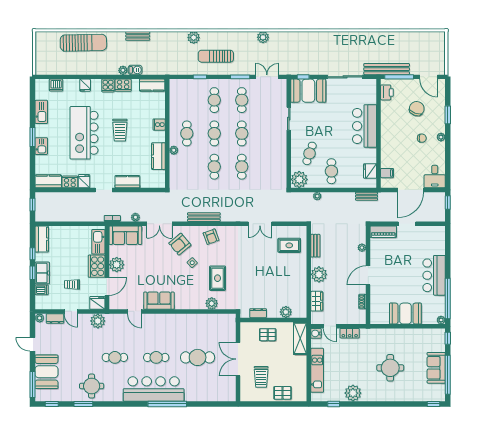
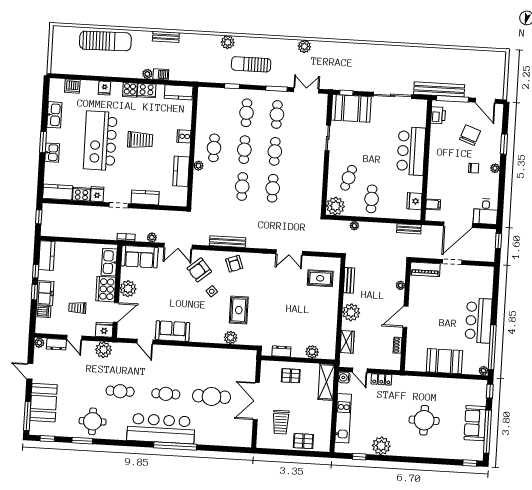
trolley: (120, 130) -> (140, 140), turned -90

